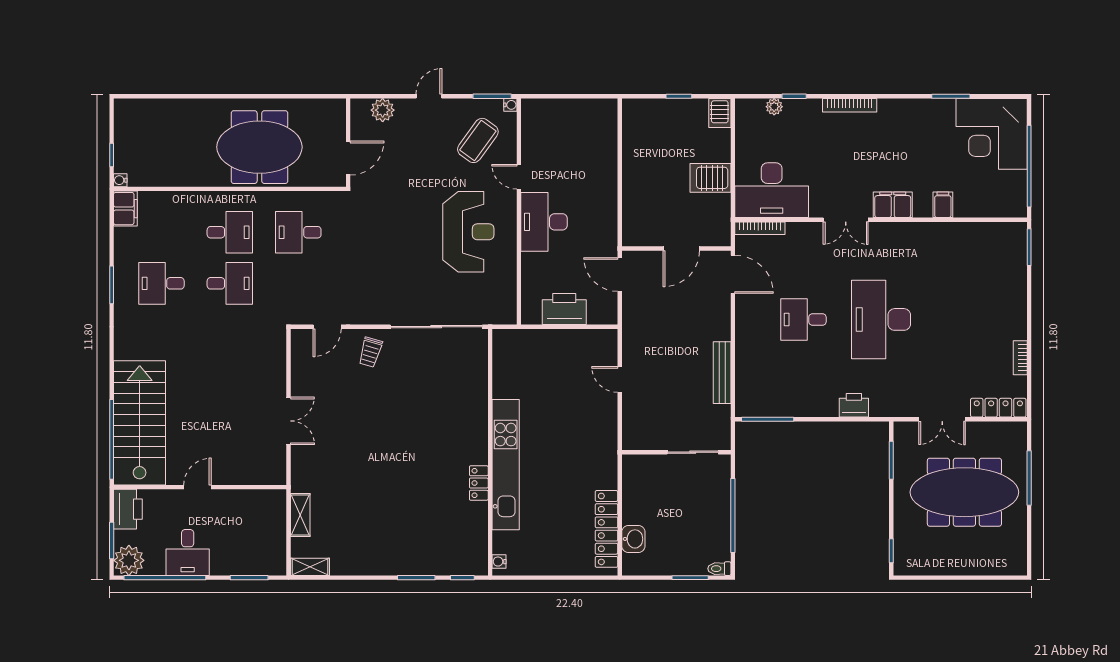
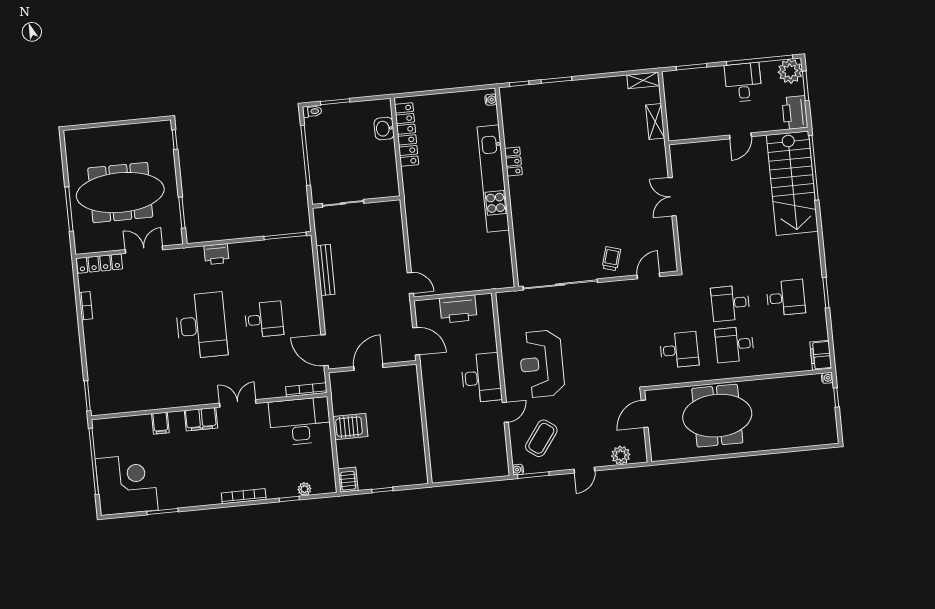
door: (519, 177) -> (505, 412), hinge flipped
door: (620, 379) -> (410, 283), moved

